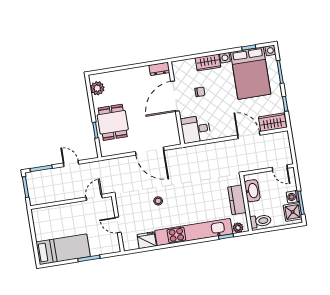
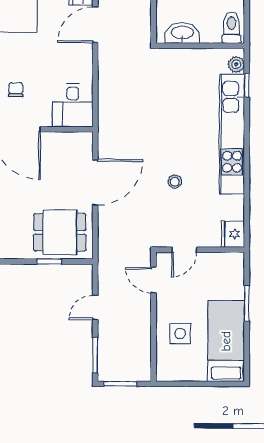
dining table: (113, 122) -> (60, 232), moved
kitchen counter: (237, 200) -> (193, 59), removed
side table: (63, 220) -> (180, 334), added
door: (118, 225) -> (184, 250), moved
fridge: (147, 240) -> (233, 234), moved

